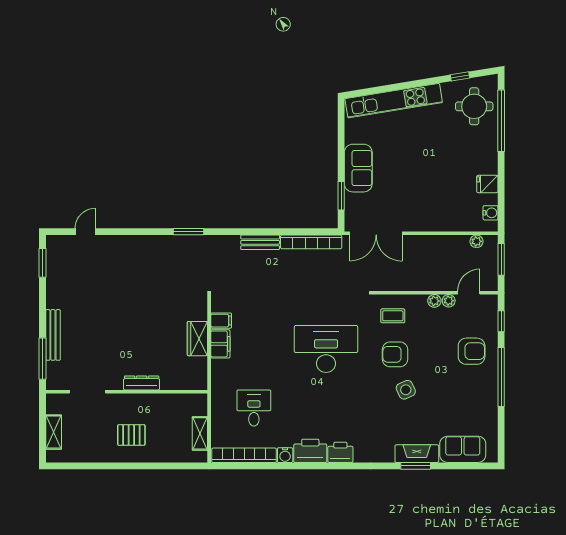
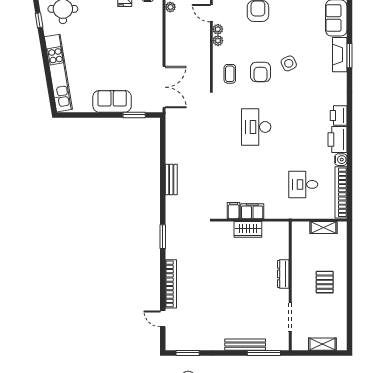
bookcase: (311, 242) -> (171, 284), moved
desk: (326, 349) -> (256, 127), width x0.73, depth x0.77

